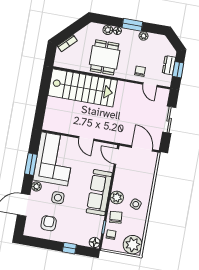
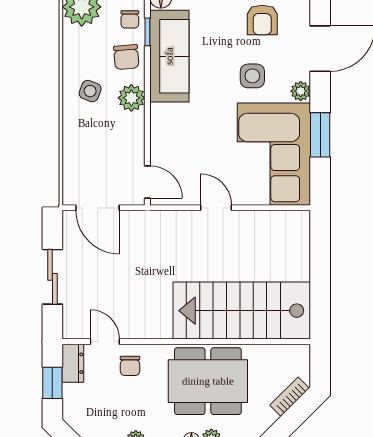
dining table: (105, 57) -> (208, 381), width x1.37
dresser: (169, 65) -> (73, 363), moved
sofa: (99, 193) -> (169, 56), moved

